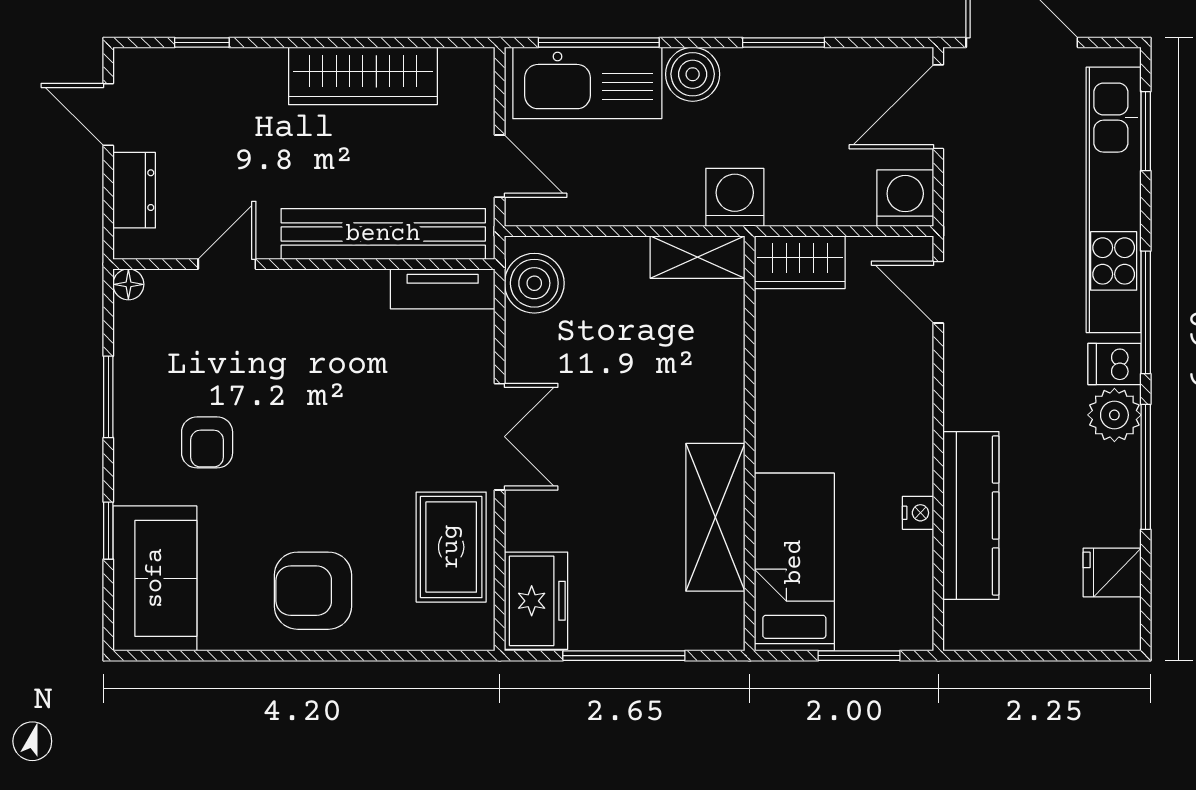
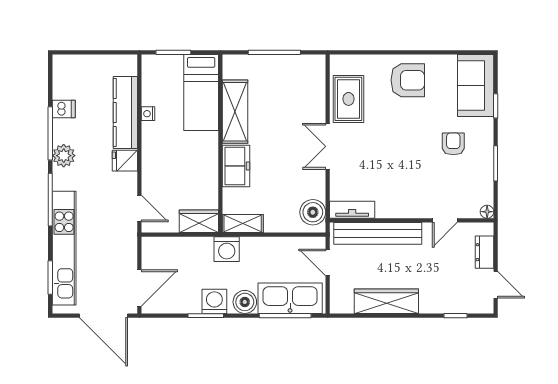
washing machine: (905, 198) -> (214, 301), moved, turned 180
dishwasher: (1114, 364) -> (64, 109), moved
fridge: (1112, 573) -> (125, 161), moved, turned 180
freezer: (536, 601) -> (236, 166), moved, turned 180

